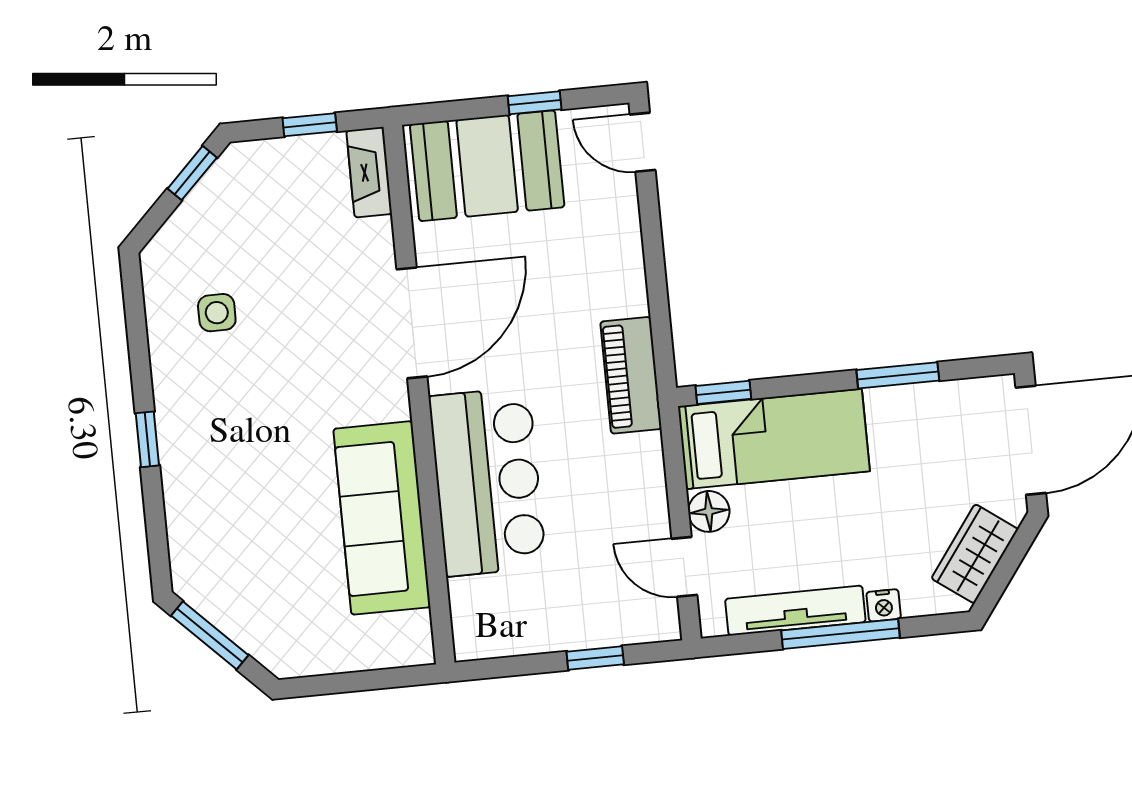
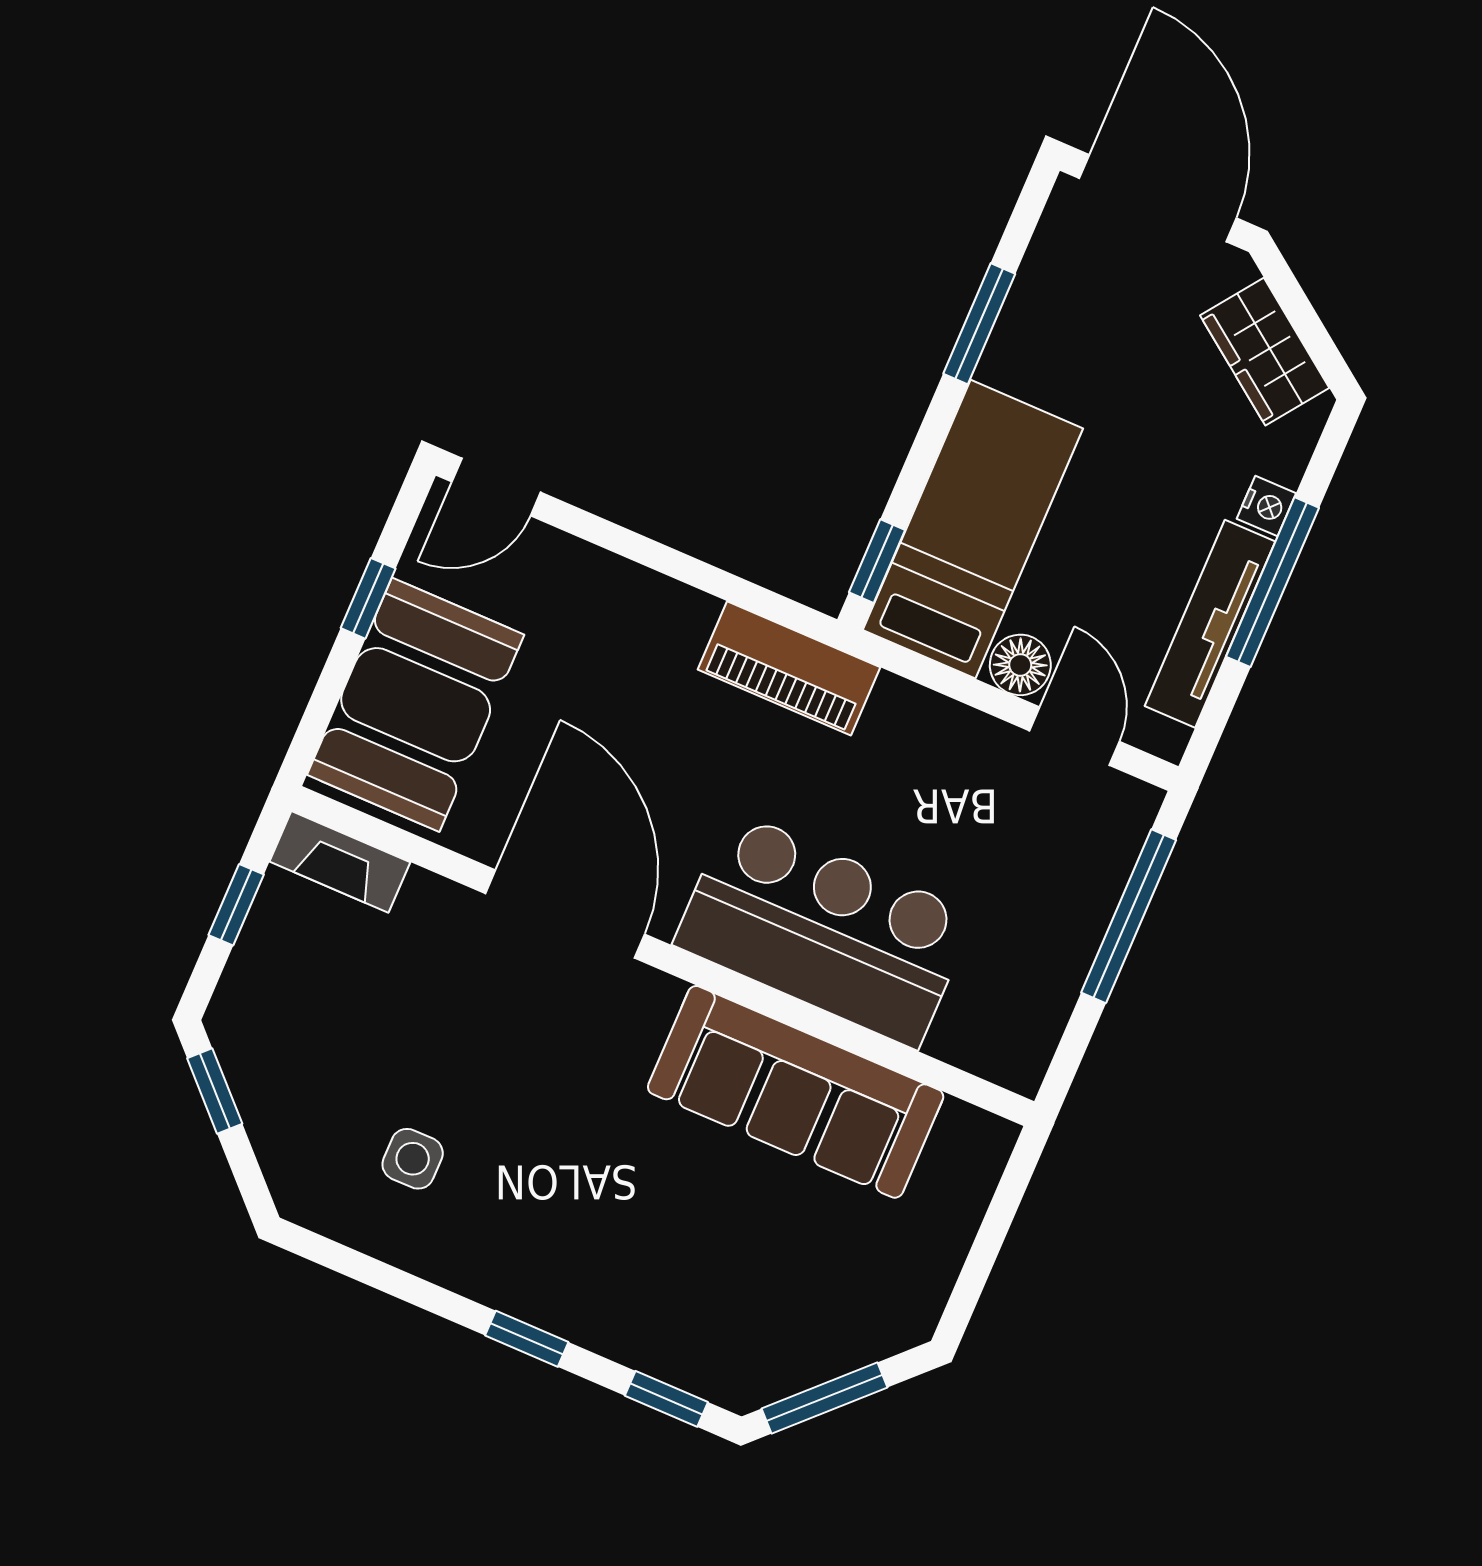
window: (157, 542) -> (666, 1399), added
door: (684, 567) -> (1075, 736), swing flipped
window: (595, 658) -> (1129, 916), width x2.17

